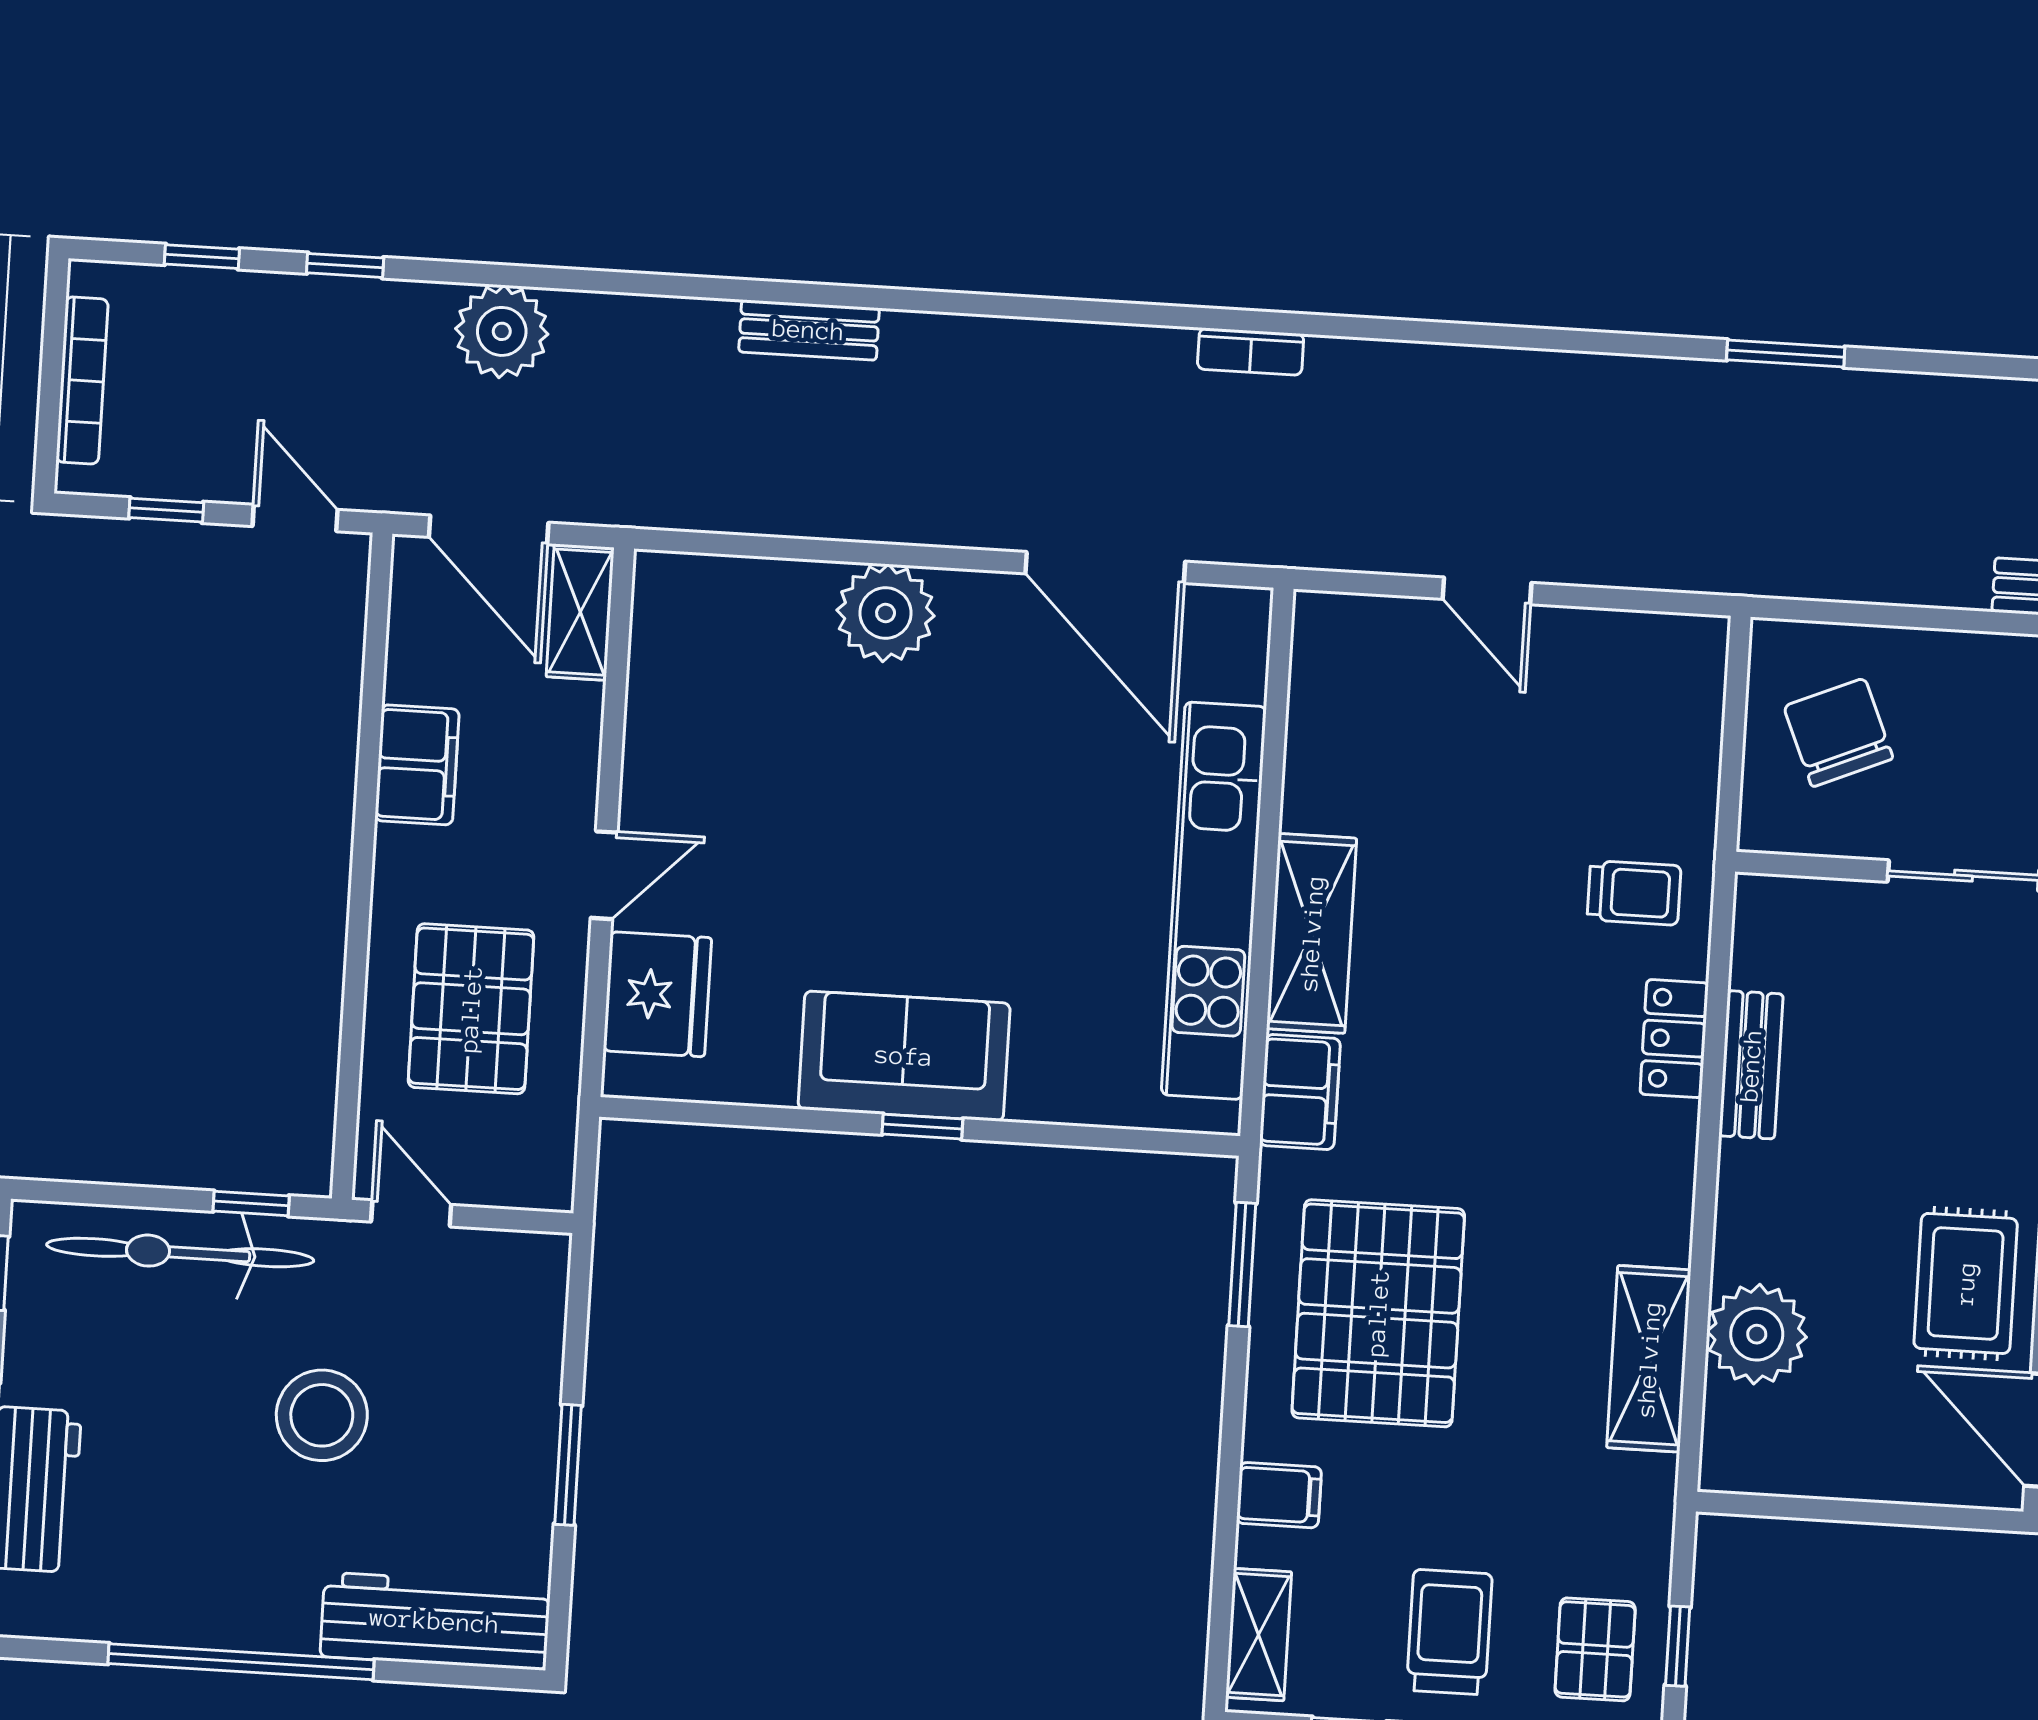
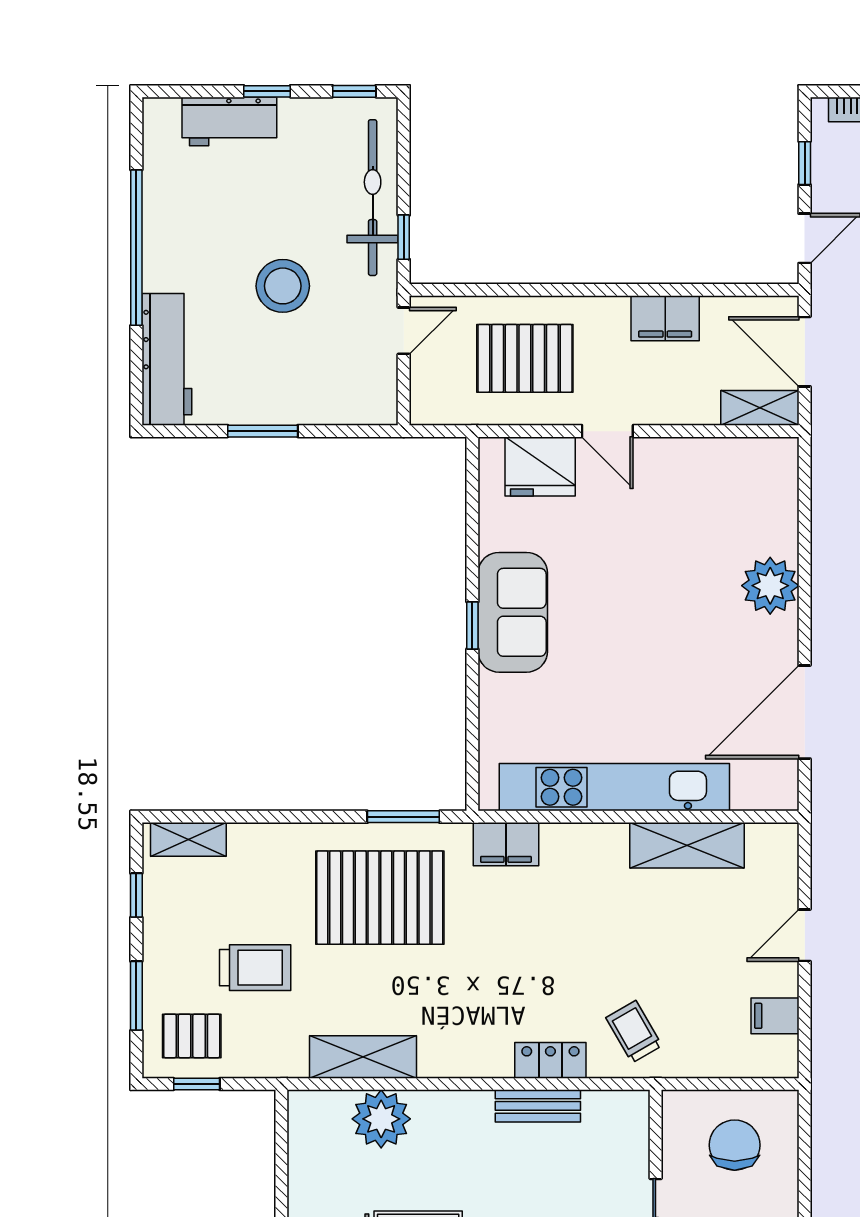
door: (489, 530) -> (805, 352), hinge flipped
chair: (1838, 732) -> (735, 1145), turned -67
trolley: (1634, 893) -> (634, 1032), turned 150
shelving: (1312, 933) -> (687, 845), moved
filing cabinet: (1279, 1495) -> (775, 1016), moved, turned 90
trolley: (1449, 1632) -> (255, 968), moved

